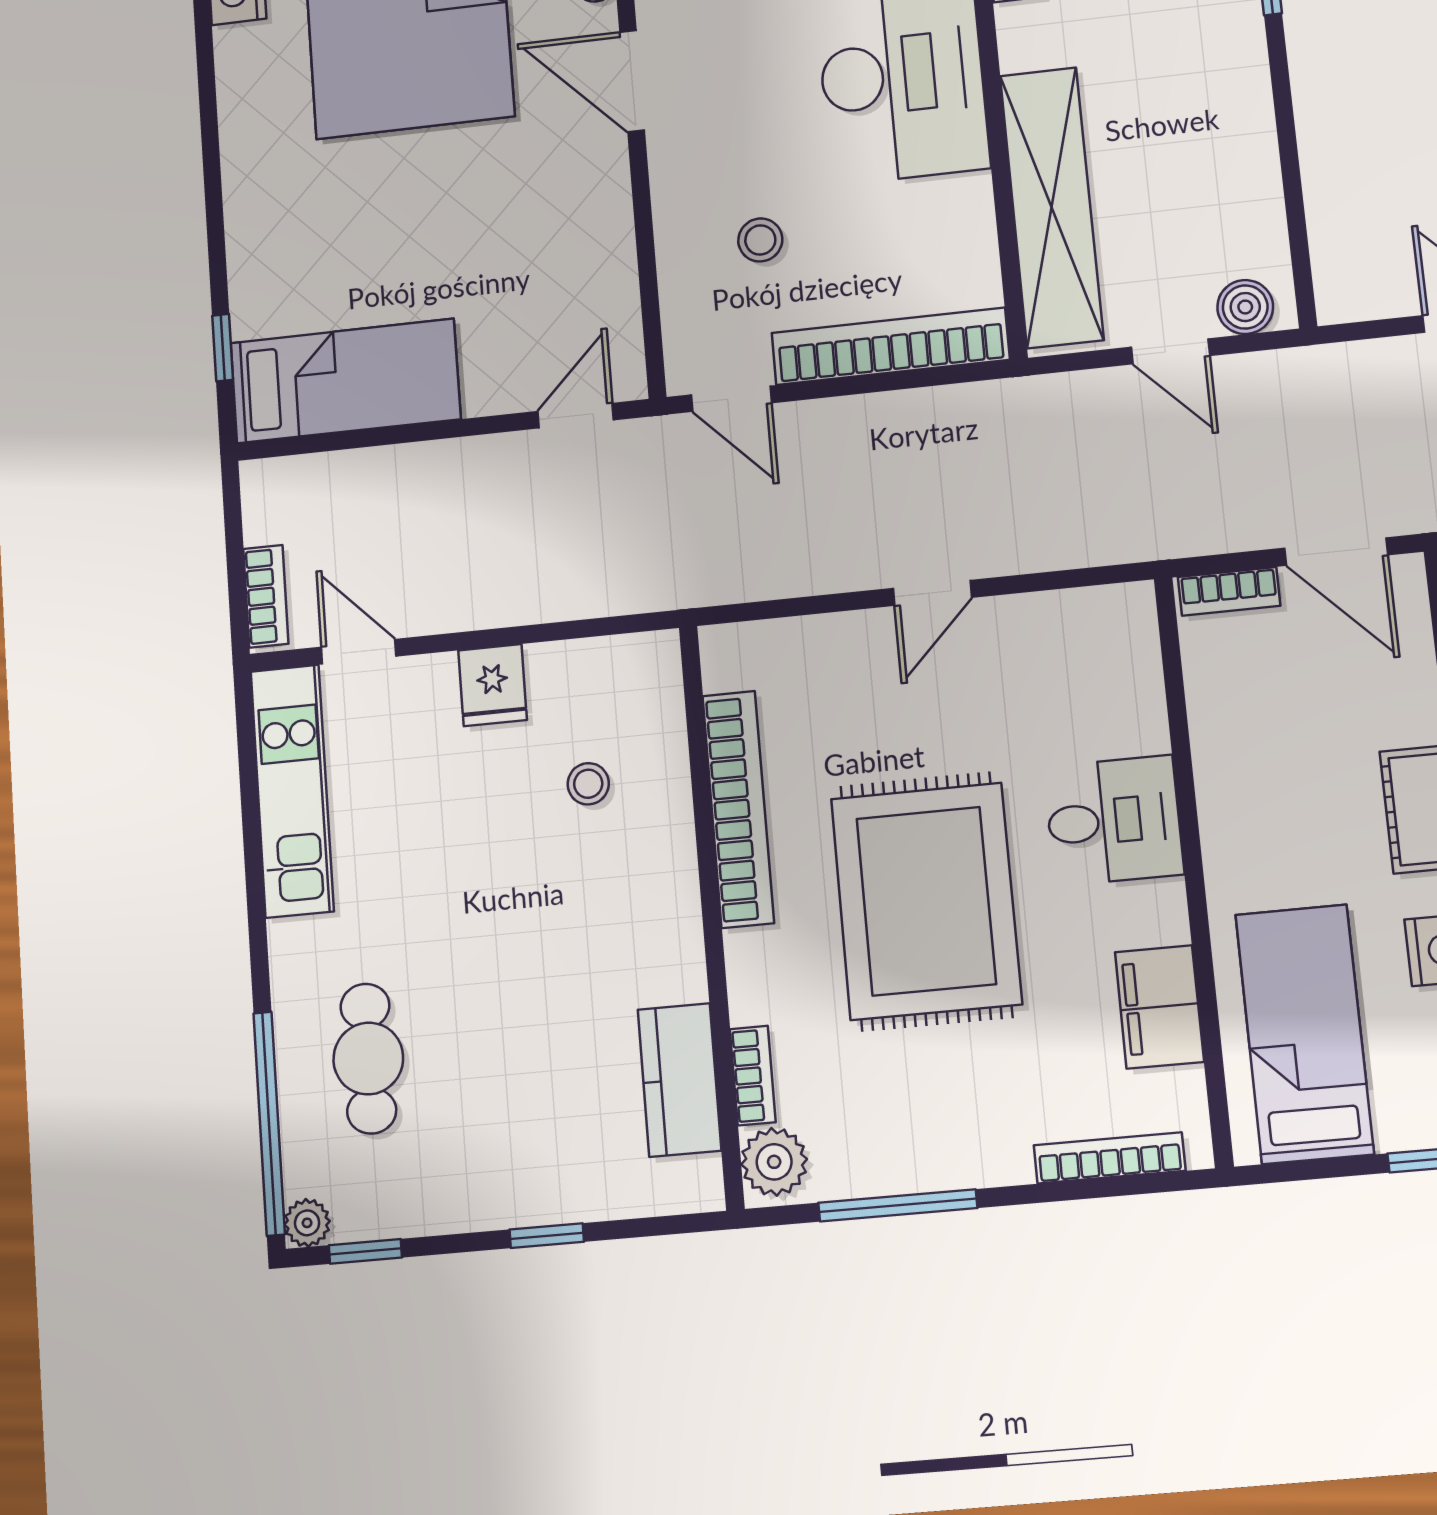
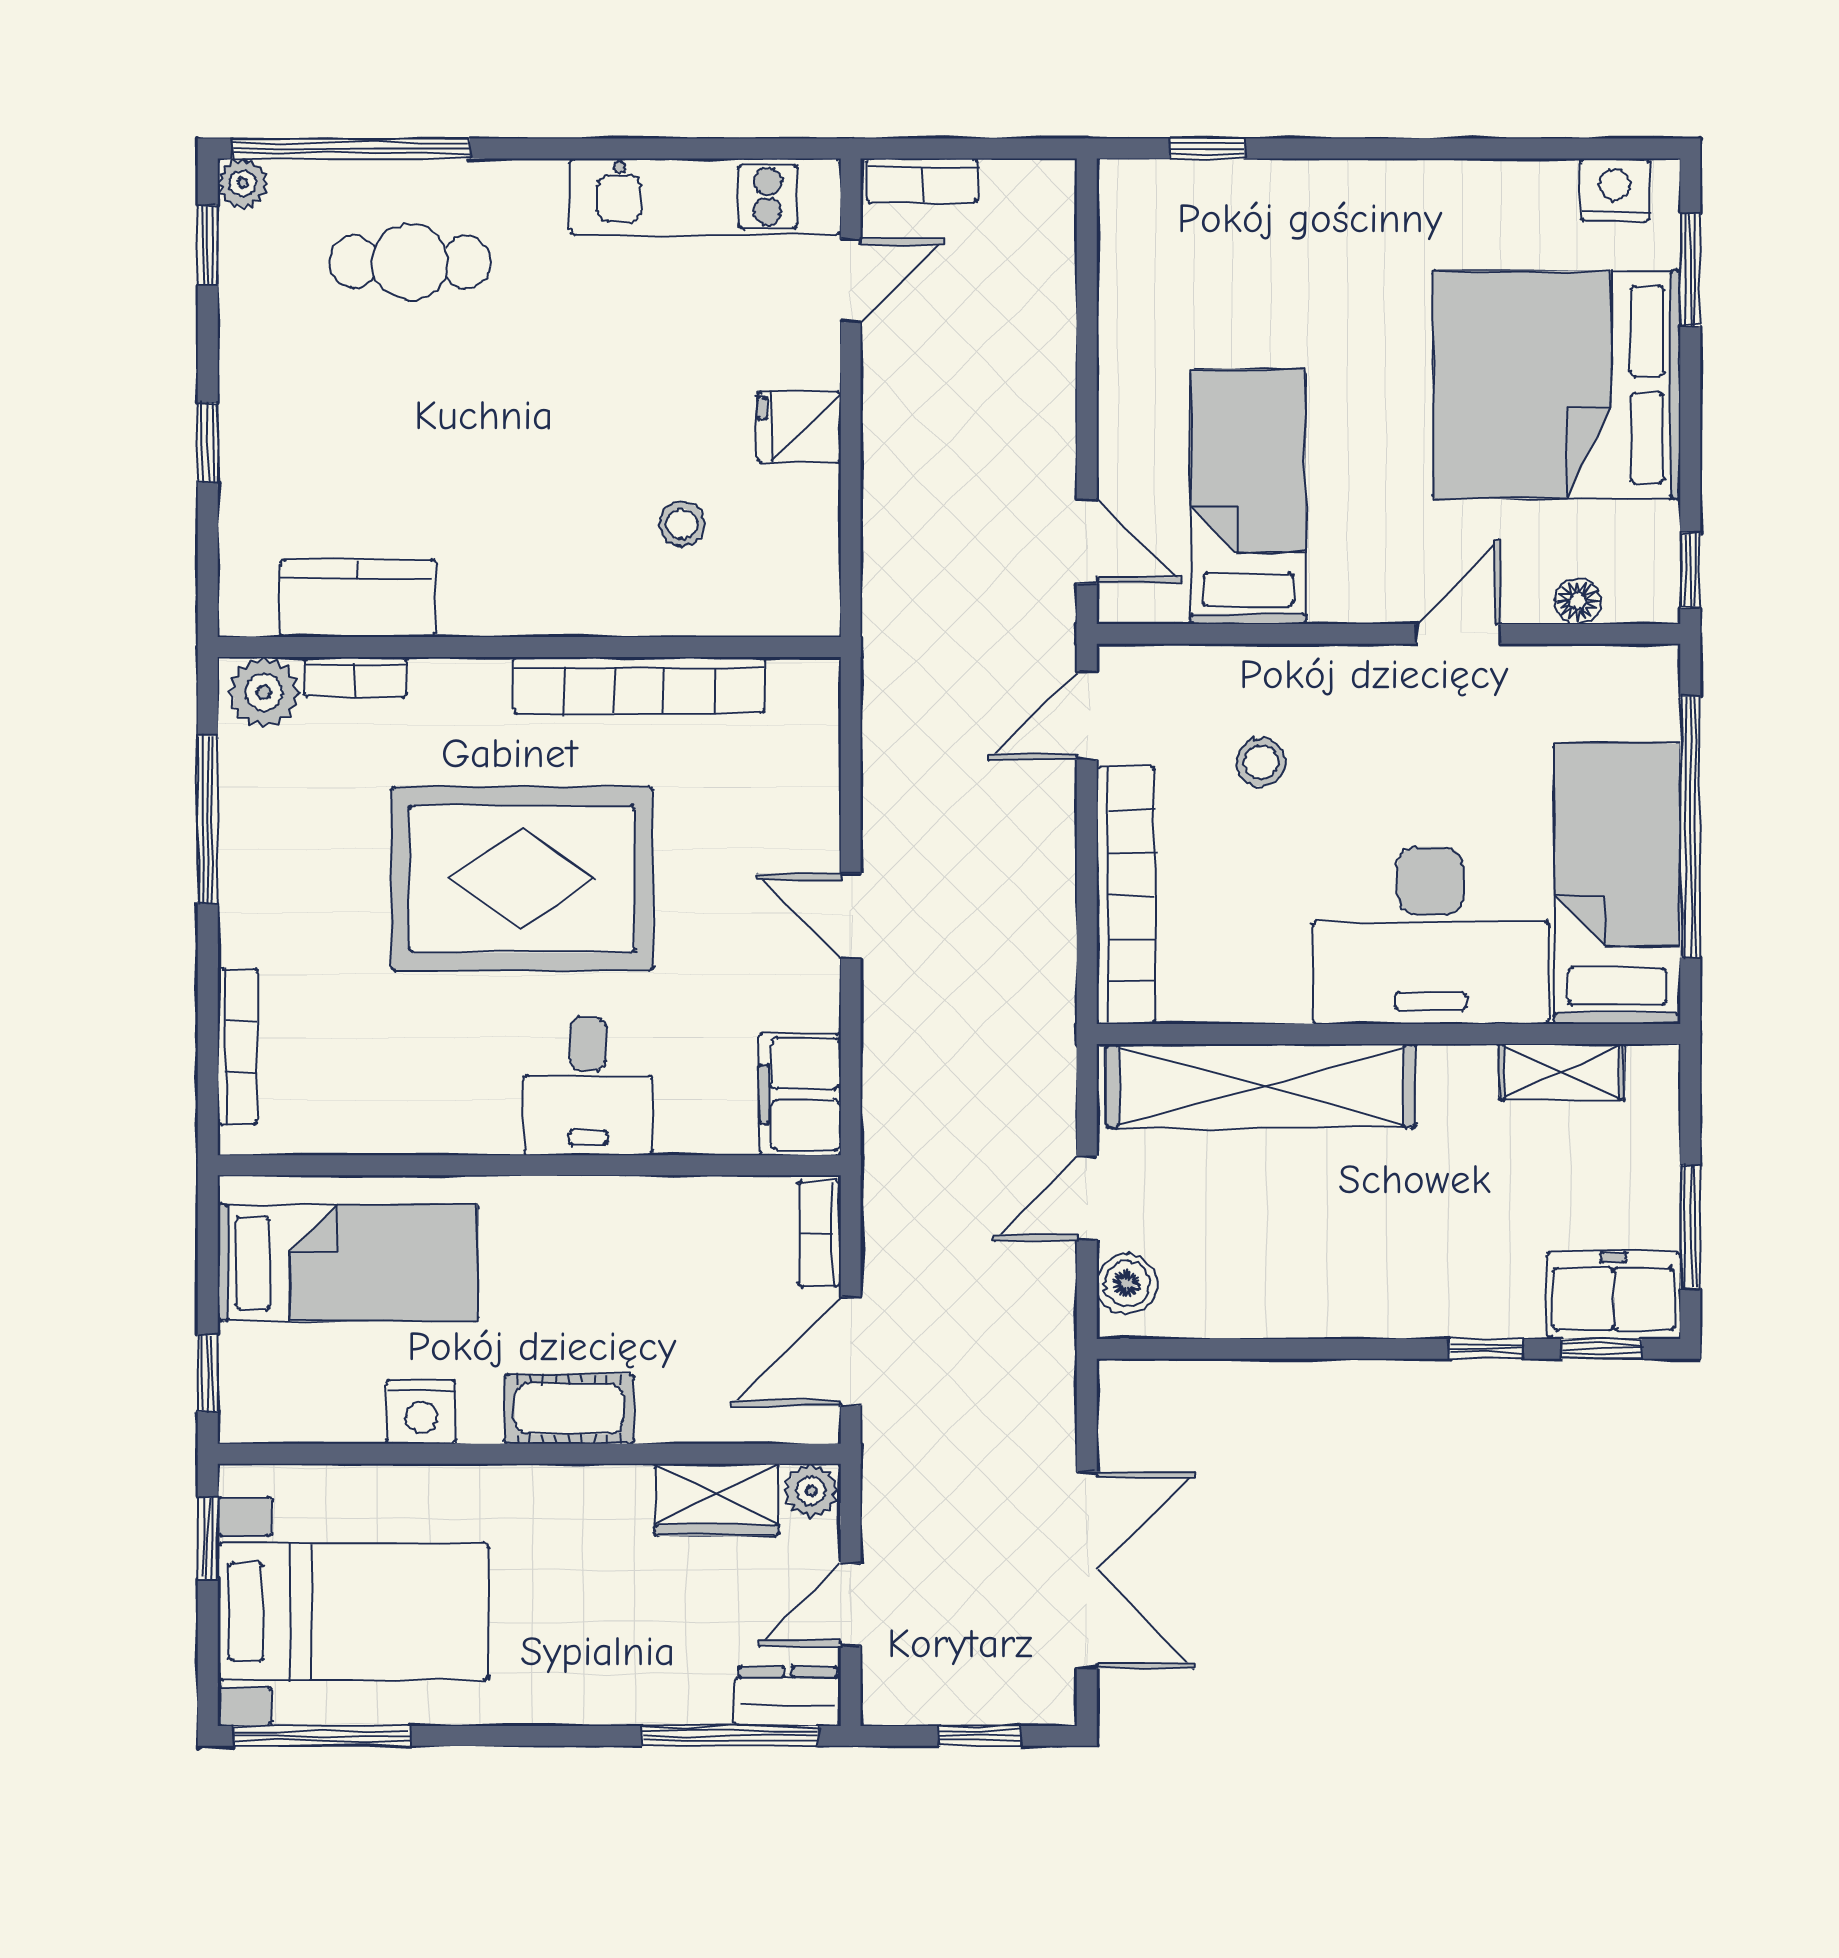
door: (632, 81) -> (1458, 634), width x0.73
bed: (345, 381) -> (1248, 497), moved, turned 180
filing cabinet: (1159, 1007) -> (800, 1094), moved, turned -90

